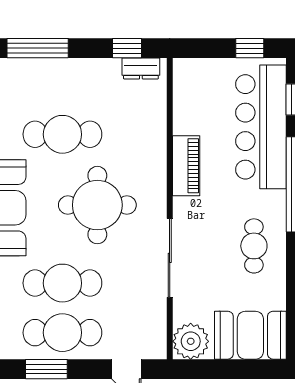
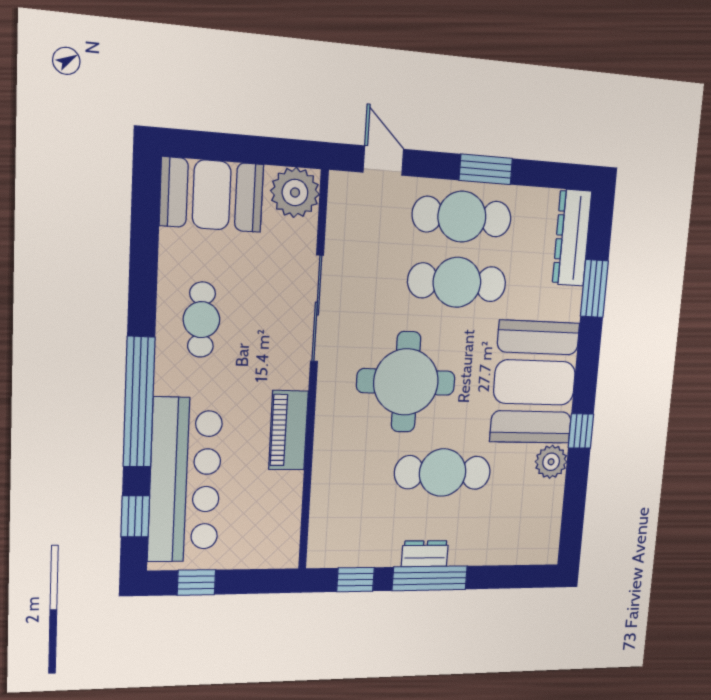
window: (38, 48) -> (430, 578), moved
dresser: (141, 69) -> (425, 554), moved

